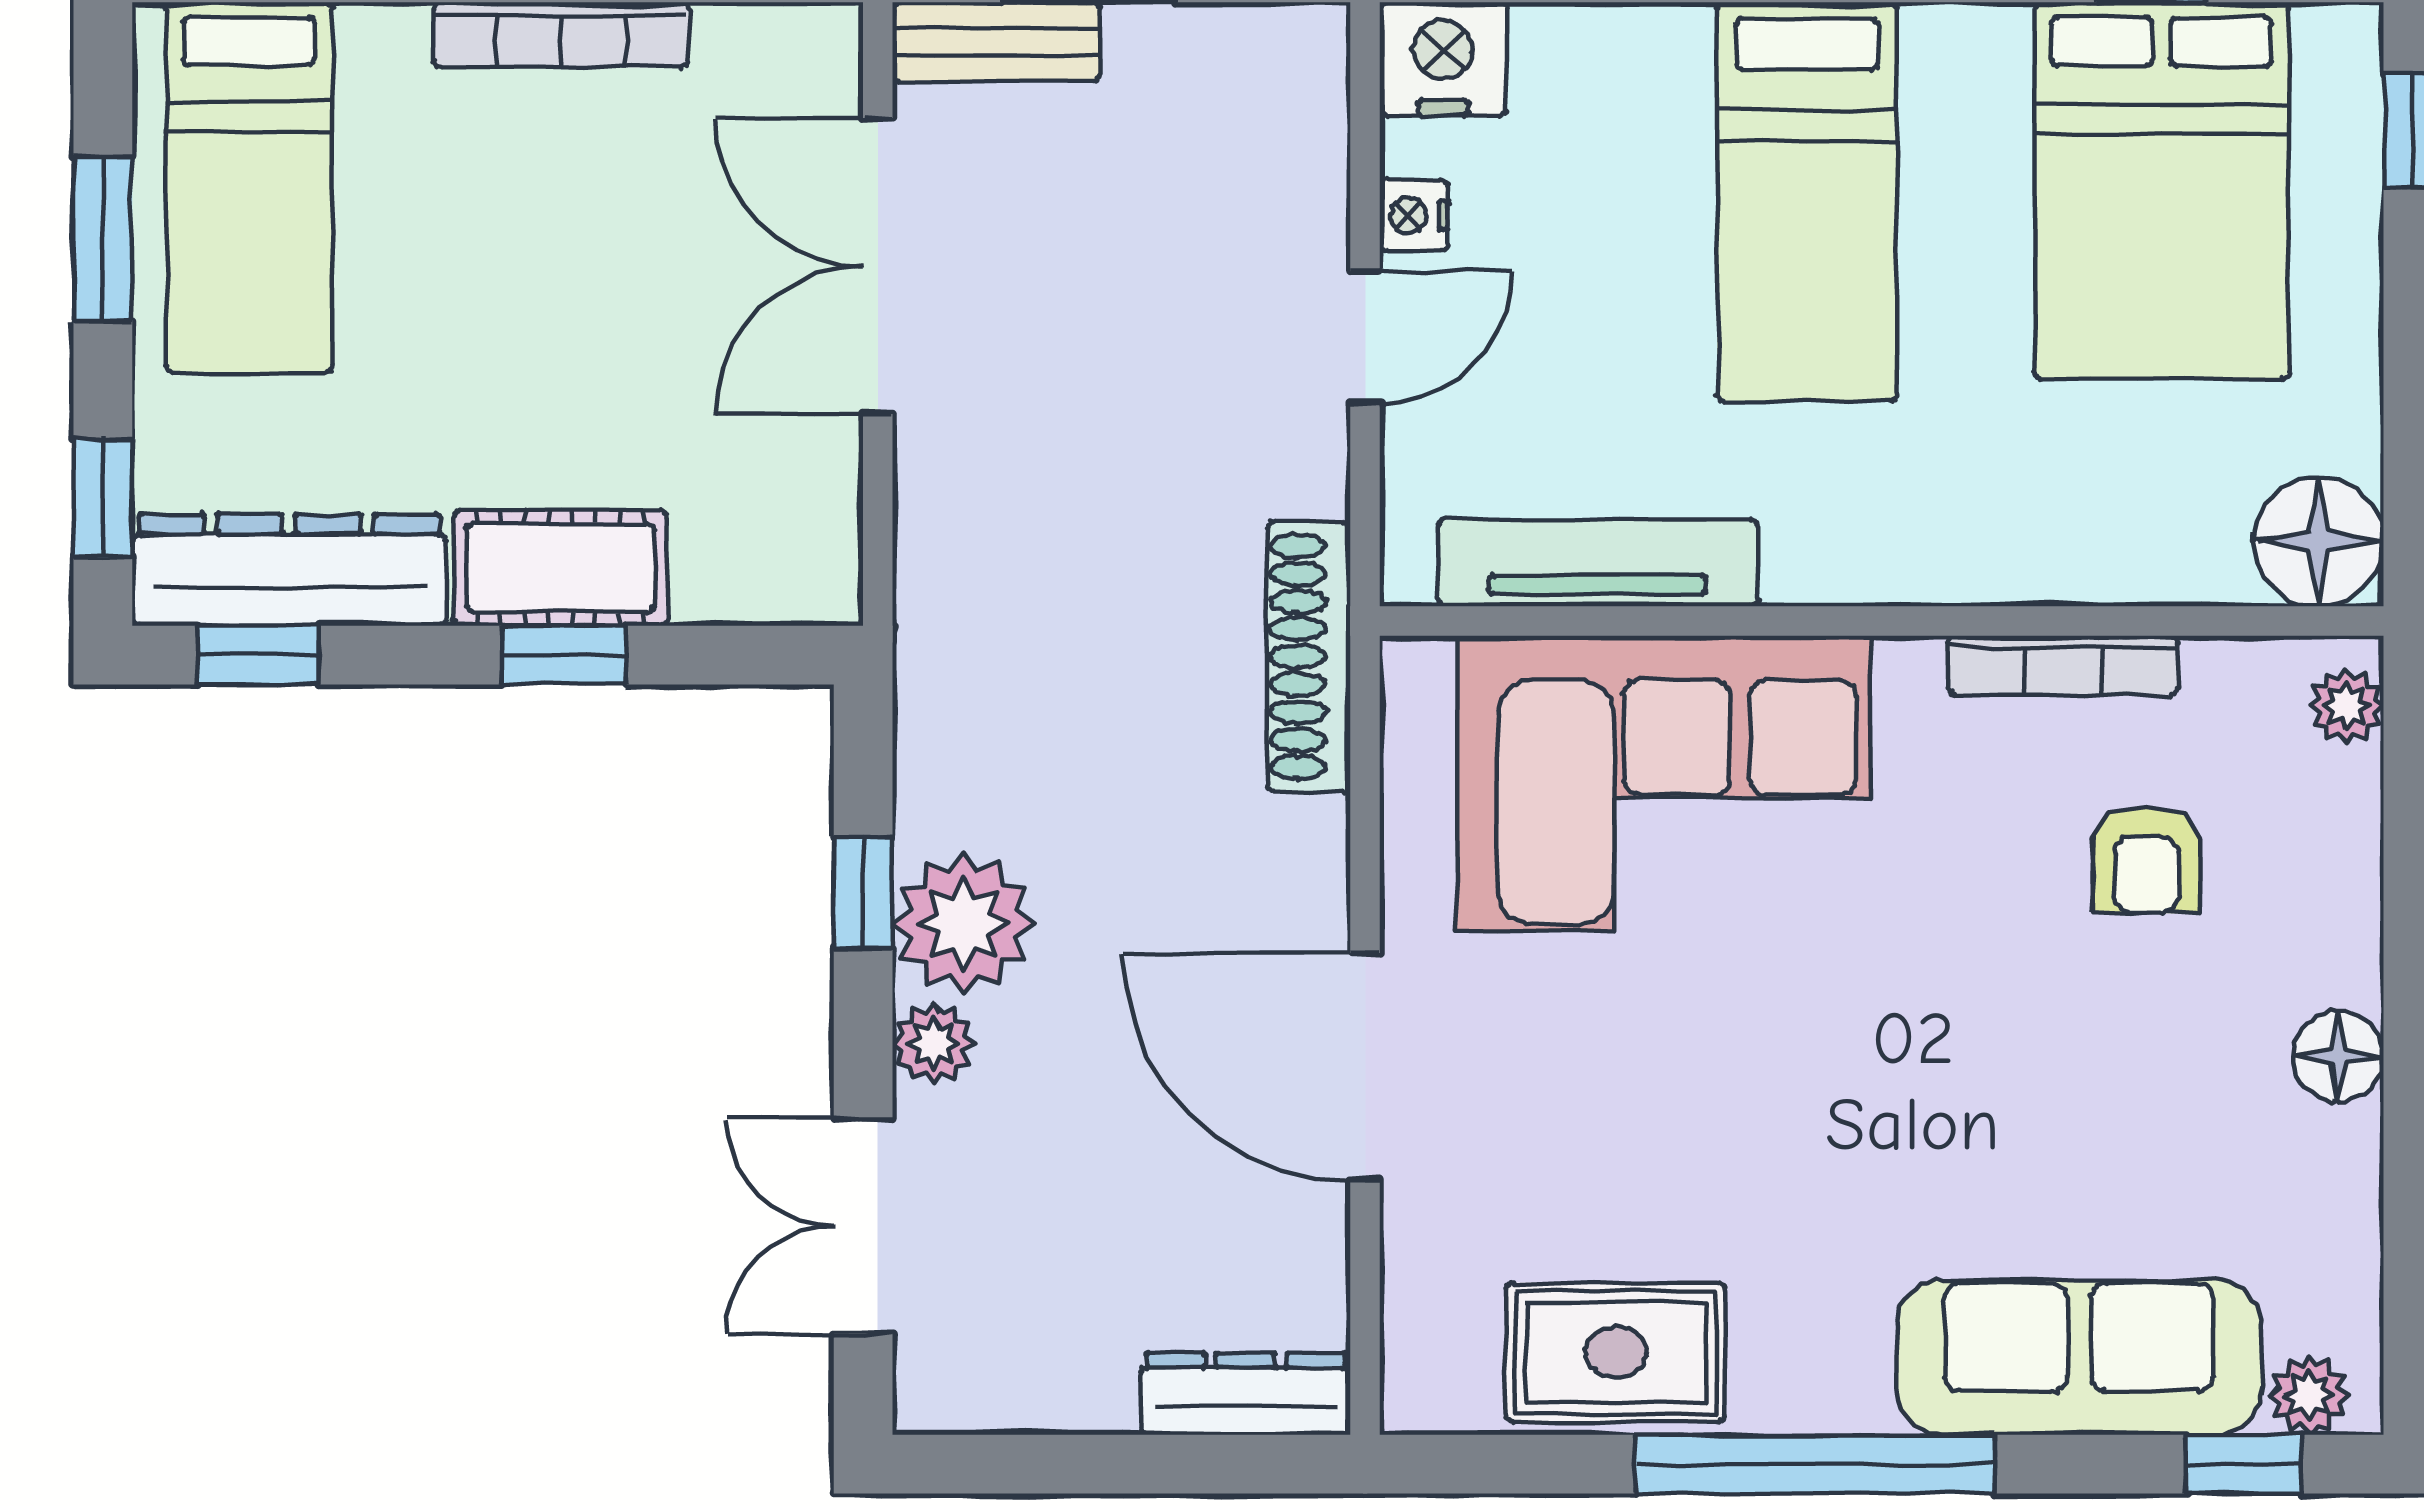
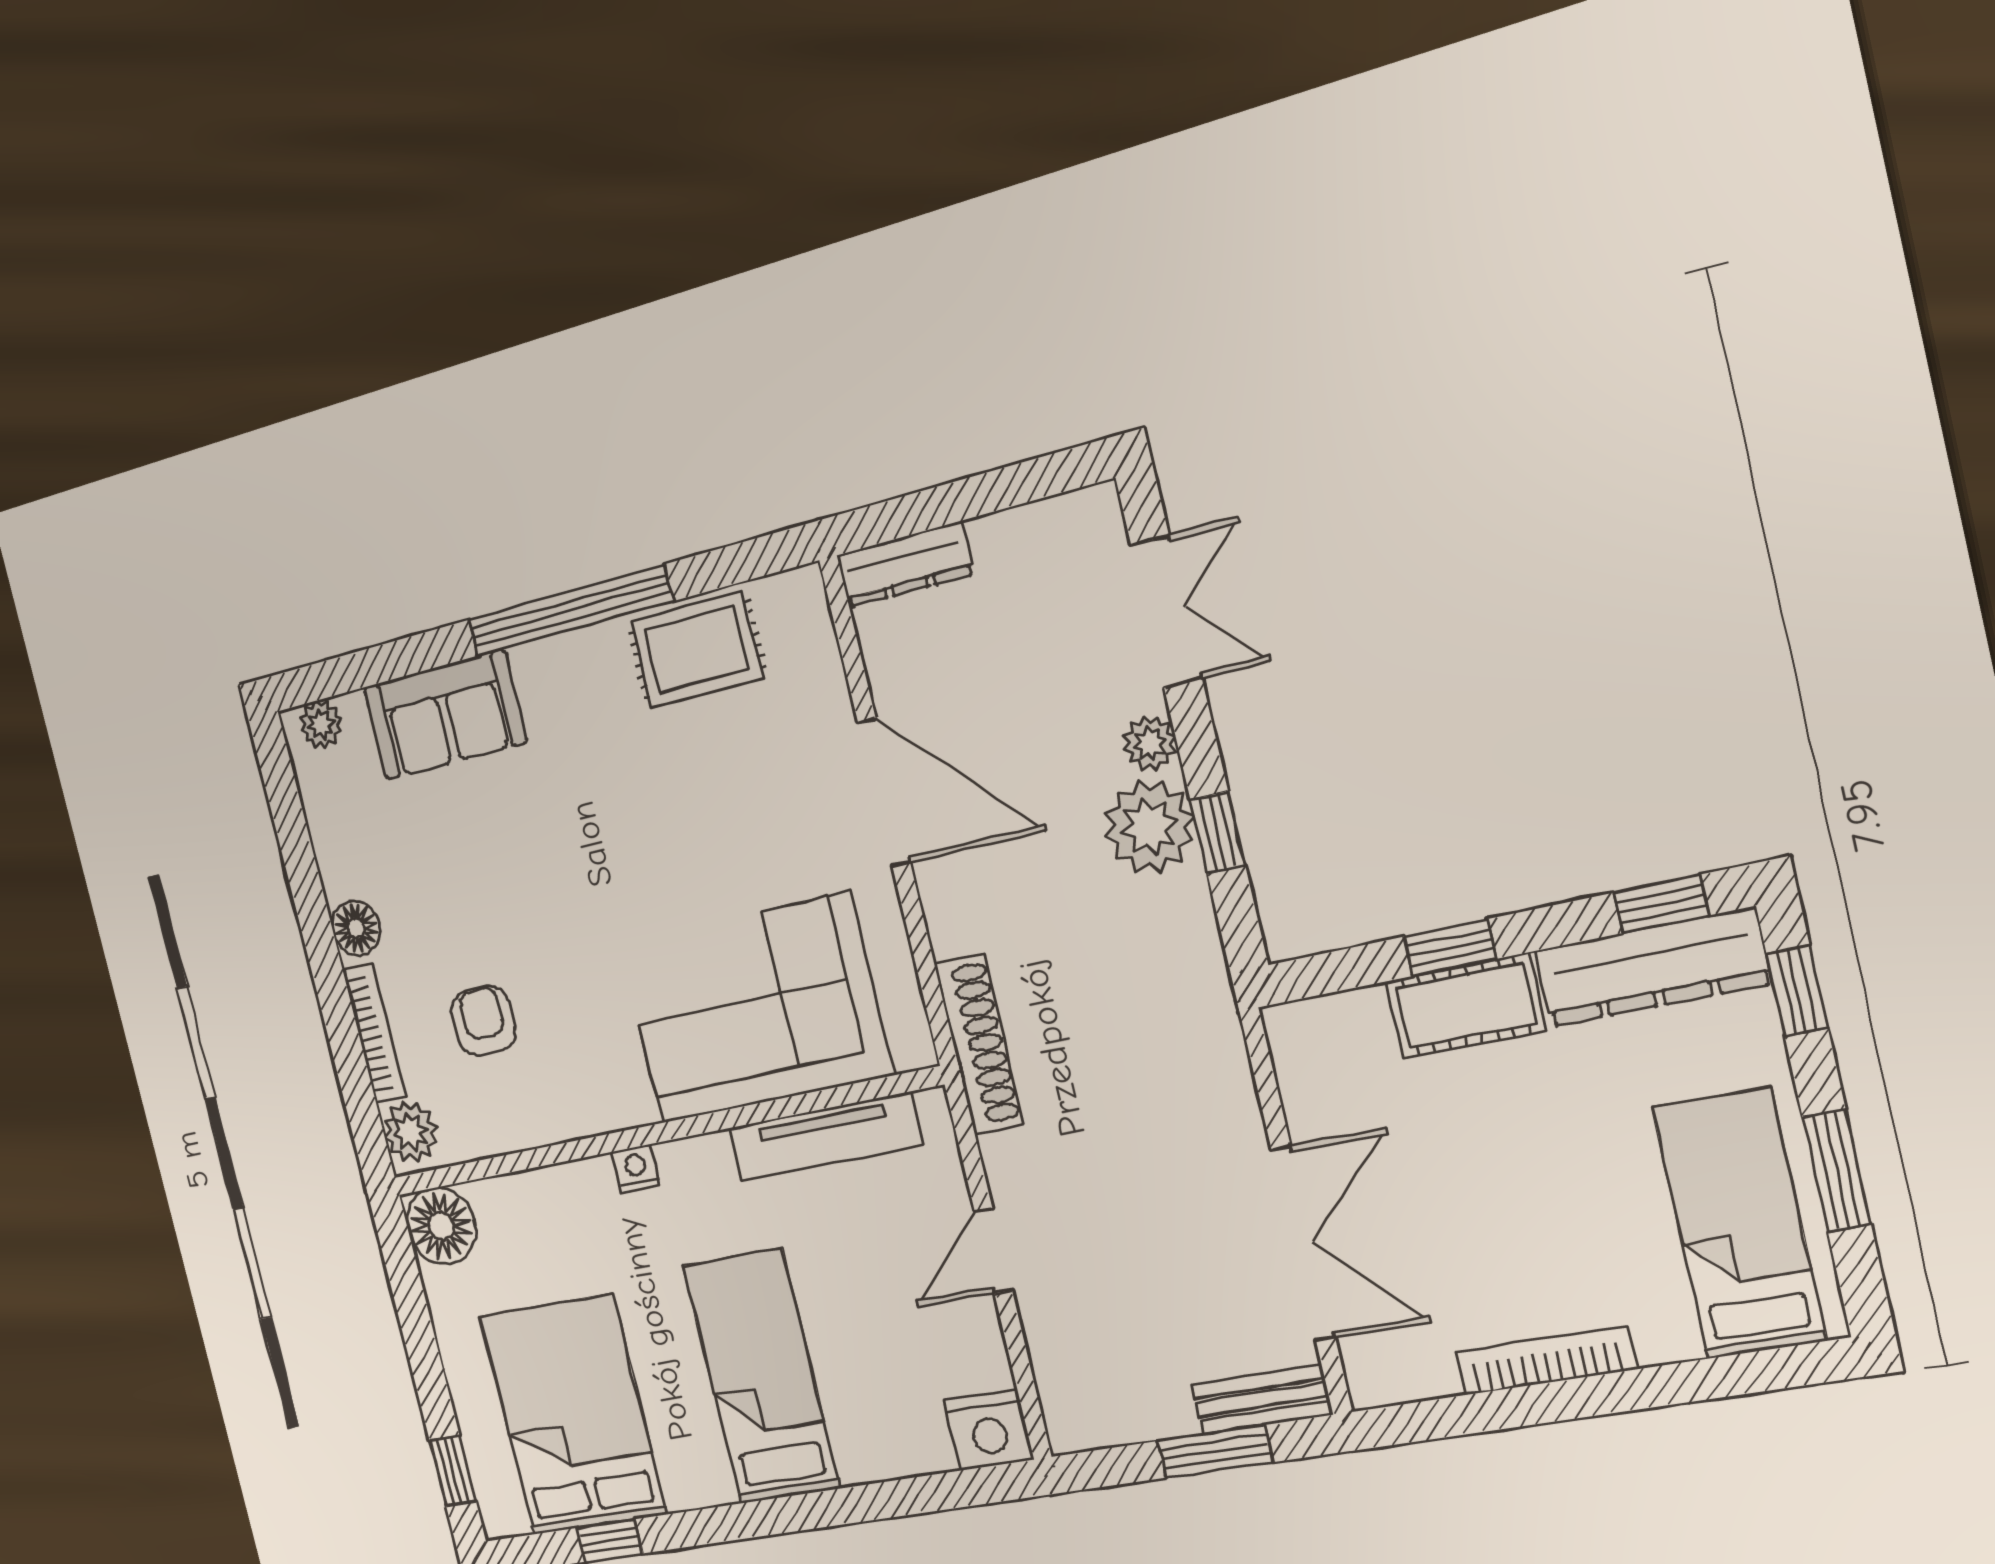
nightstand: (1414, 215) -> (636, 1168), moved, turned -90
bookcase: (2063, 665) -> (374, 1033), moved, turned 90
plant: (2346, 706) -> (410, 1132), width x1.38, depth x1.38
sofa: (2079, 1357) -> (445, 715), width x0.73
window: (2244, 1464) -> (344, 674), removed

